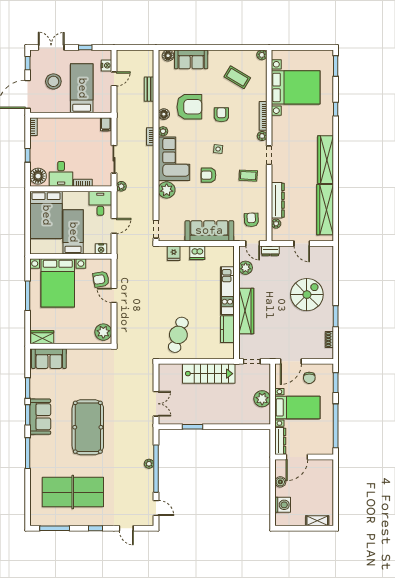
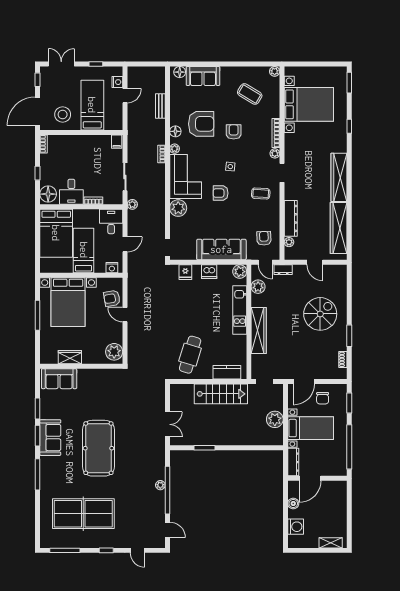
stool: (53, 81) -> (63, 114), moved
plant: (227, 253) -> (240, 272), added
kitchen counter: (227, 329) -> (227, 372), moved, turned 90
wardrobe: (42, 337) -> (70, 357), moved

